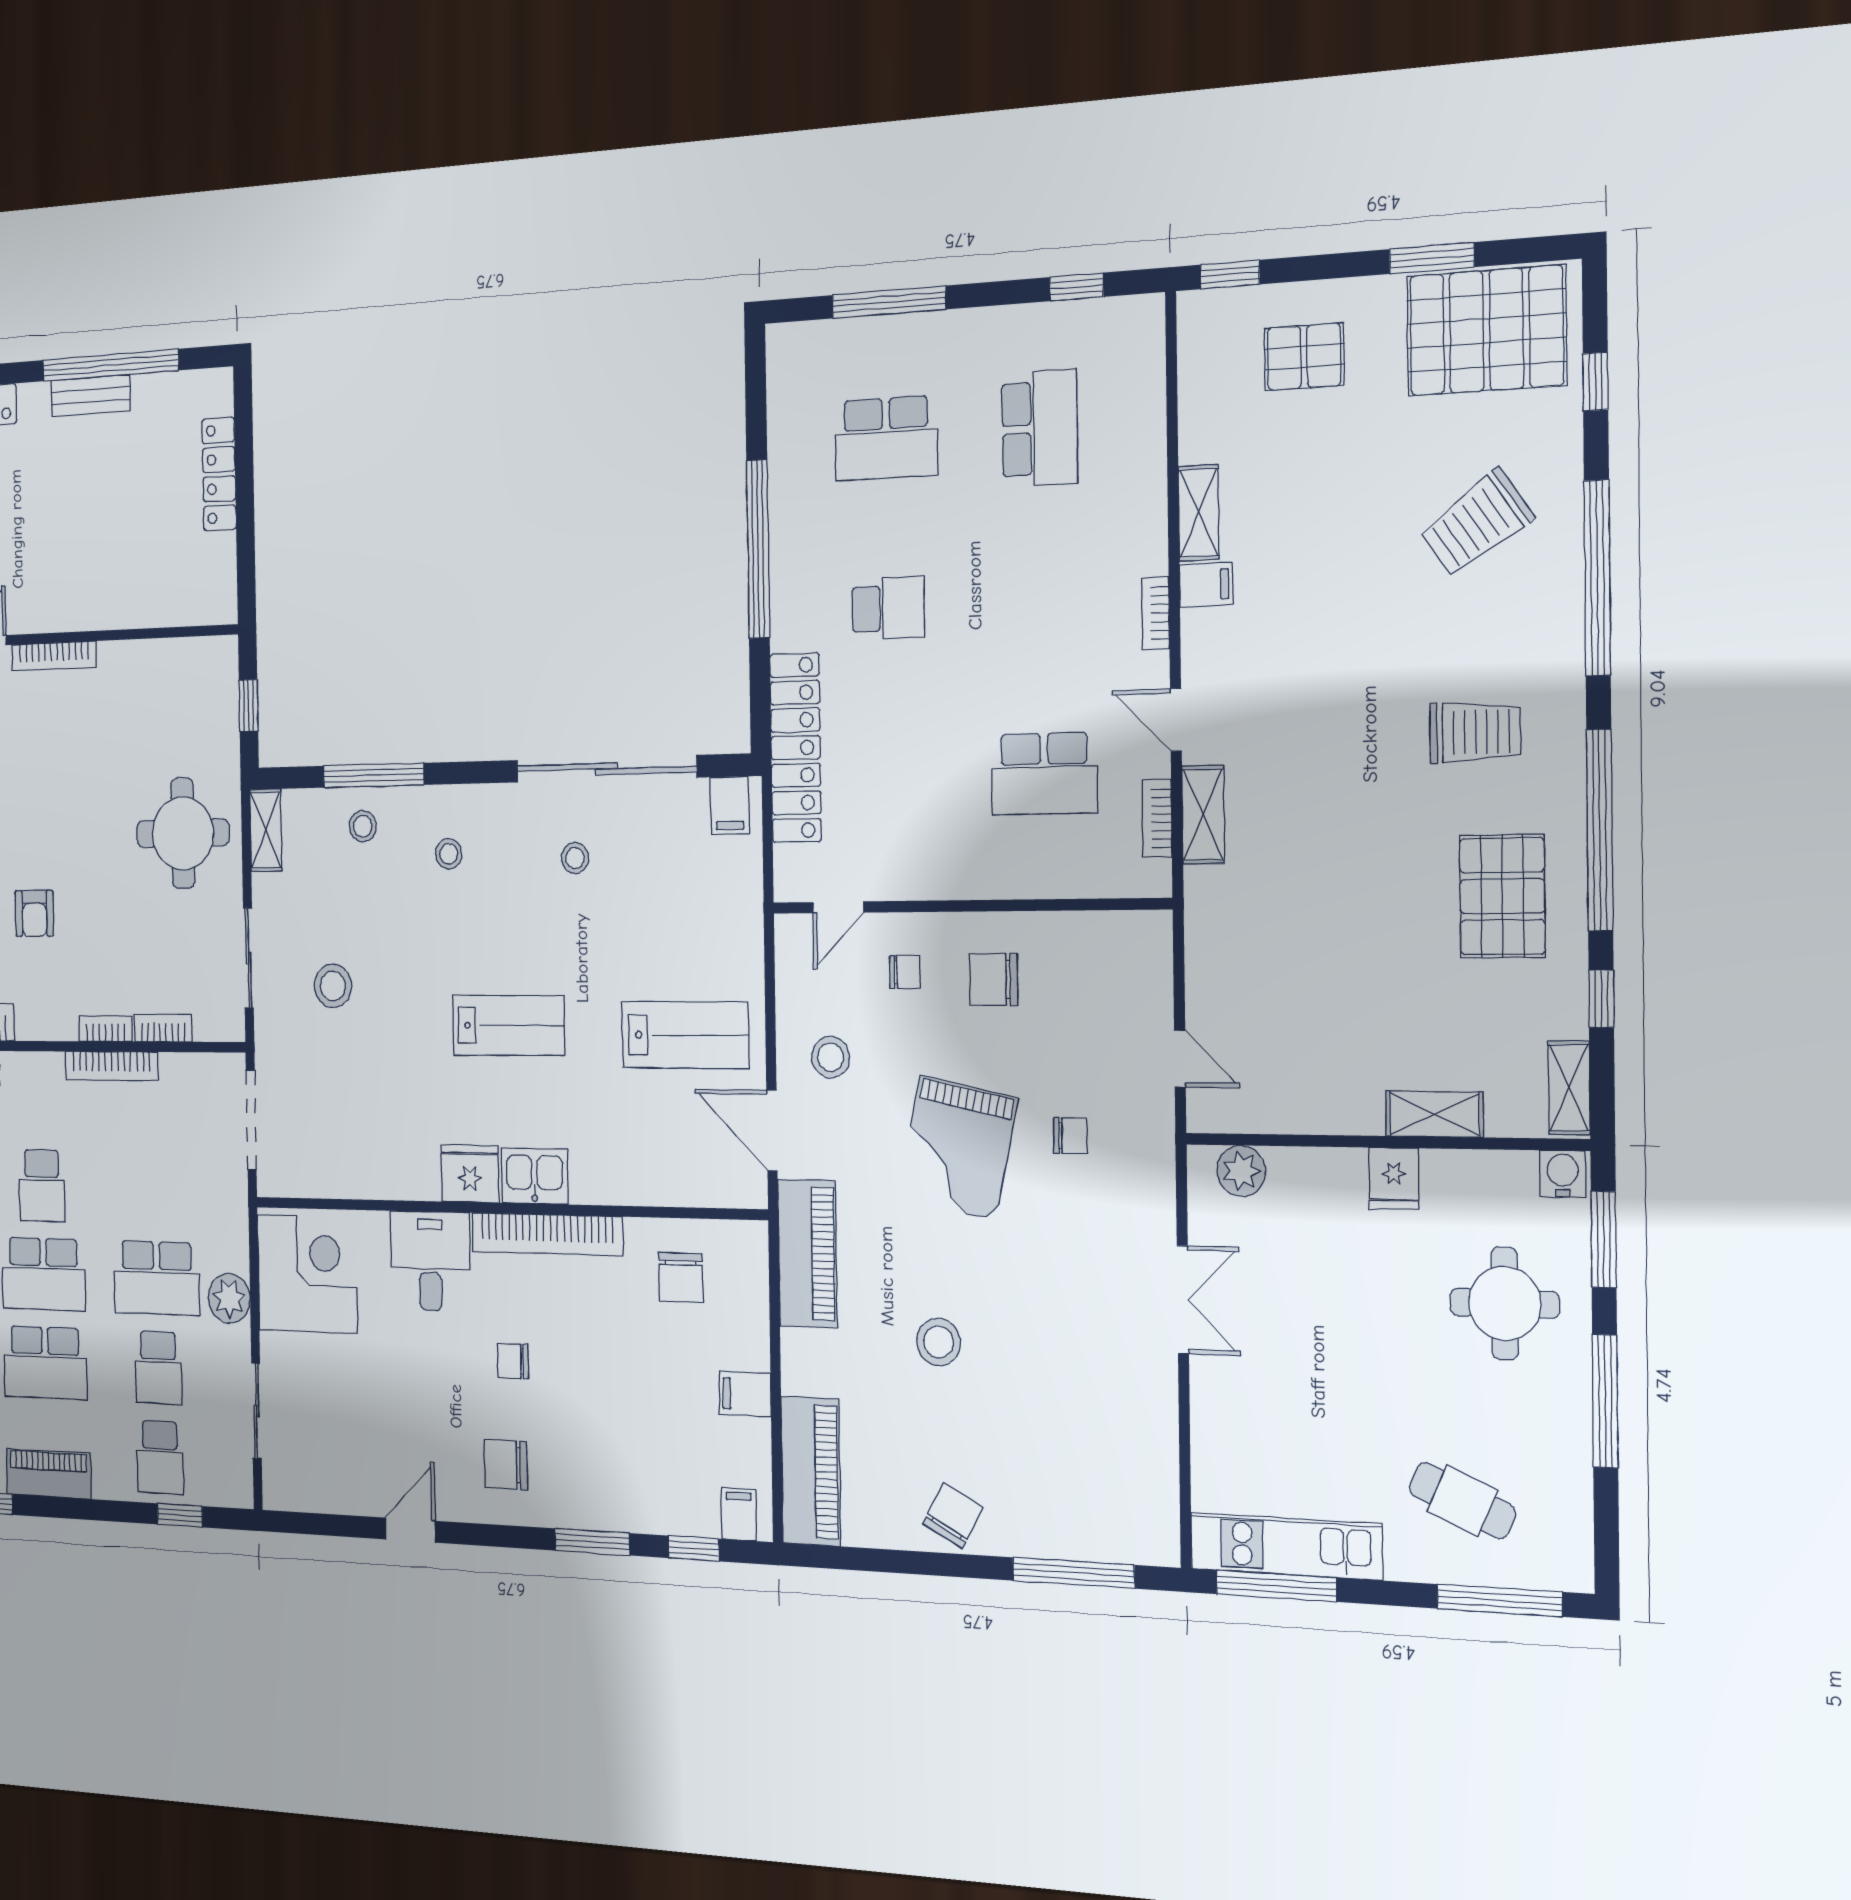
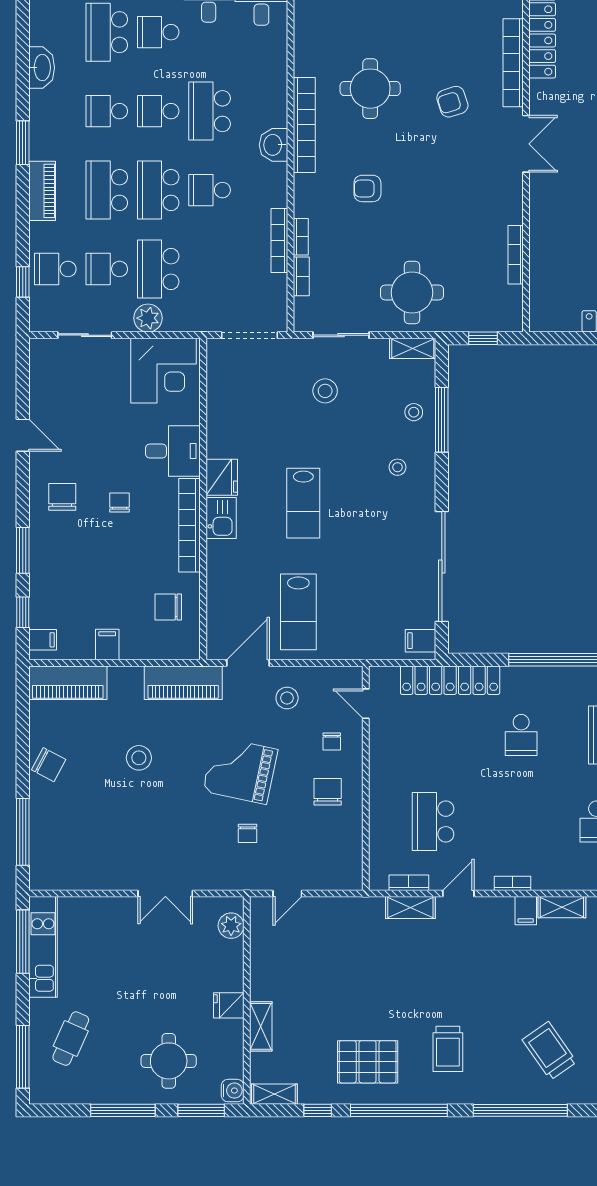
bookcase: (54, 656) -> (516, 255), moved
stool: (575, 858) -> (394, 546), removed

